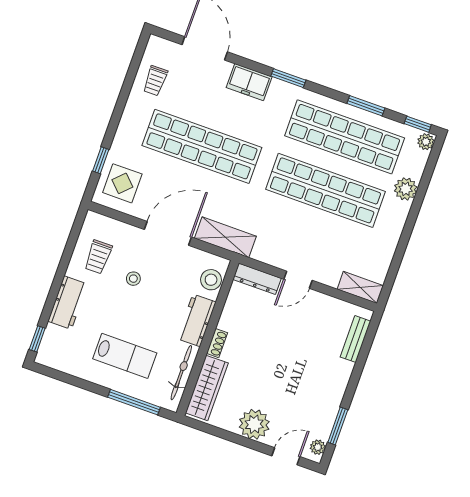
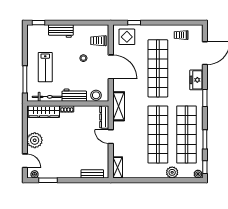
shelving: (225, 237) -> (119, 106), moved
trolley: (98, 257) -> (98, 41), moved

